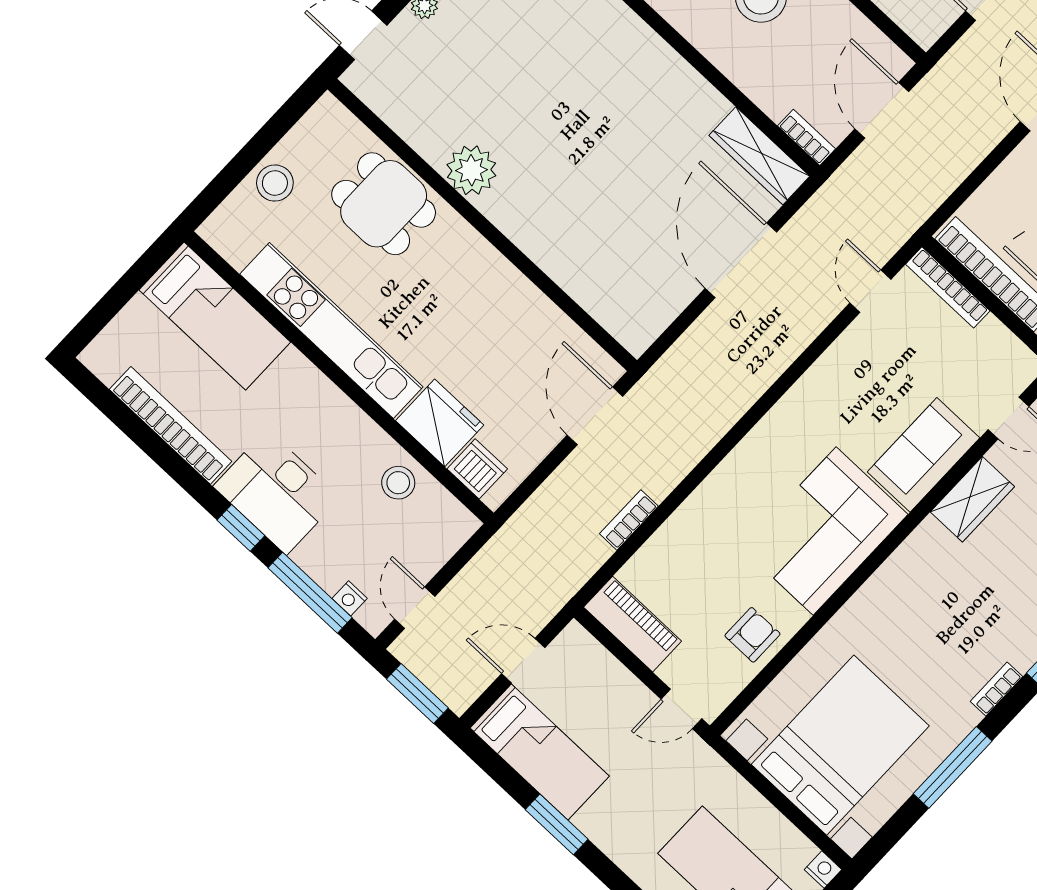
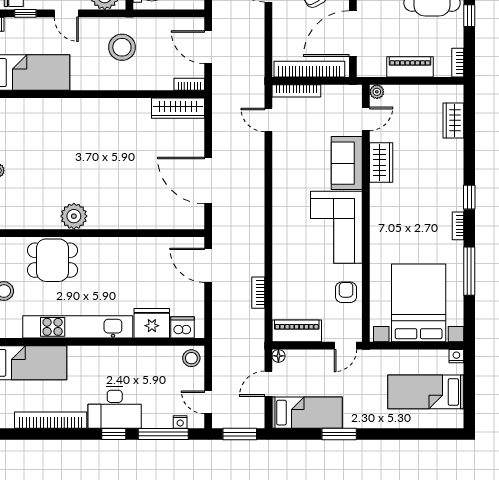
door: (741, 260) -> (208, 181), moved
stool: (398, 483) -> (191, 358), moved
floor lamp: (574, 635) -> (278, 356), added

